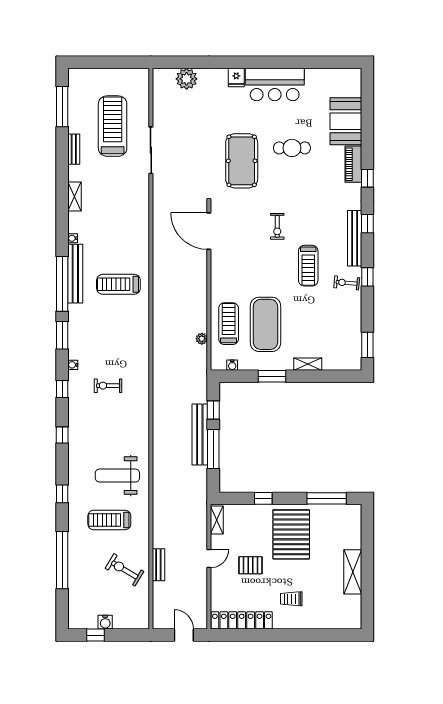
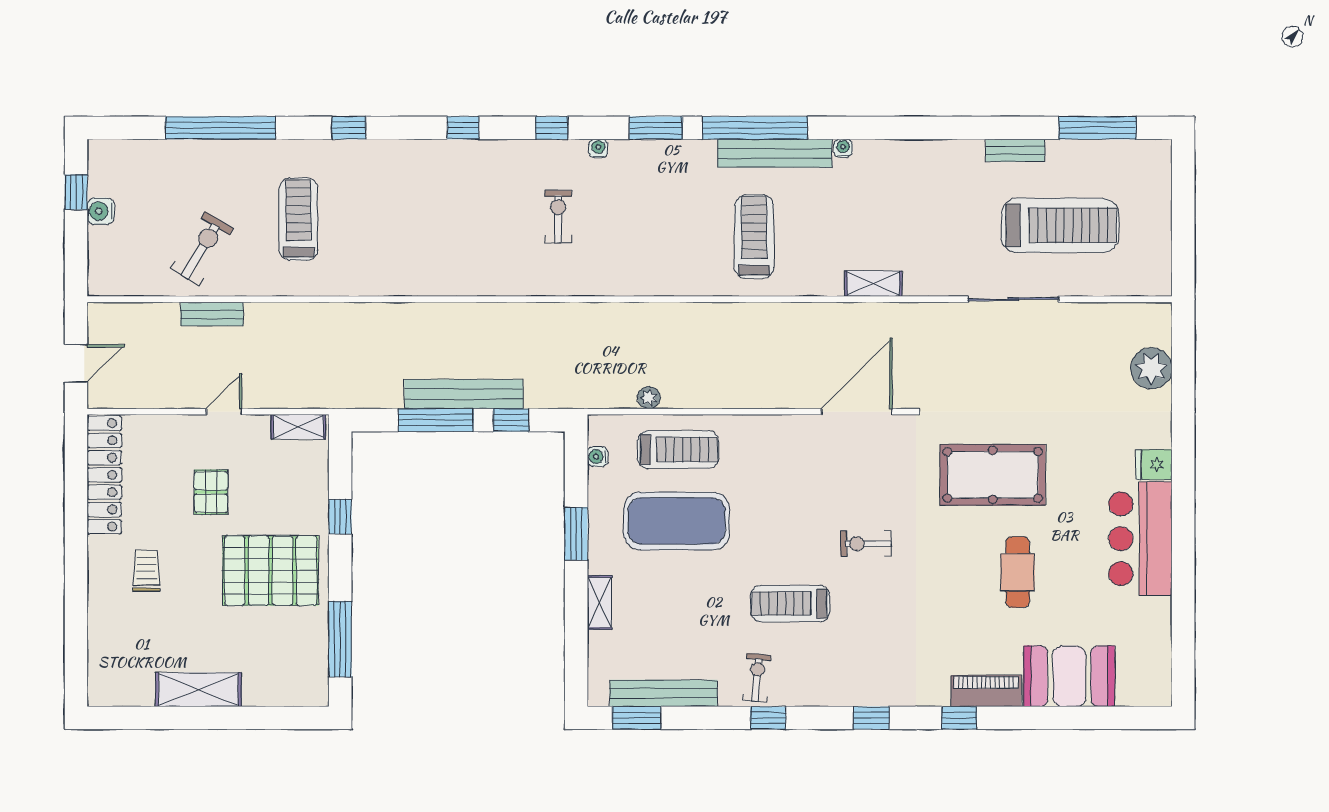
shelving: (75, 197) -> (873, 284), moved
bench: (355, 238) -> (664, 693), moved
weight bench: (117, 476) -> (384, 235), removed
door: (209, 558) -> (224, 412), swing flipped

